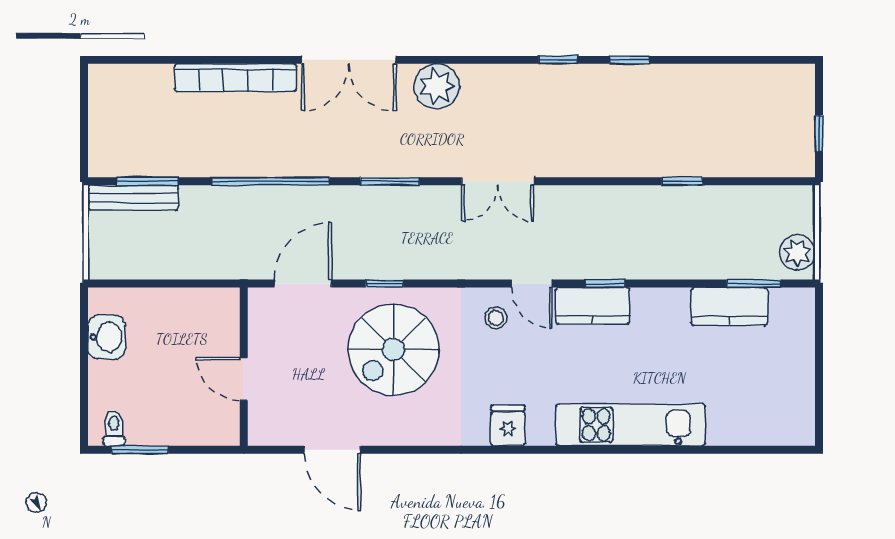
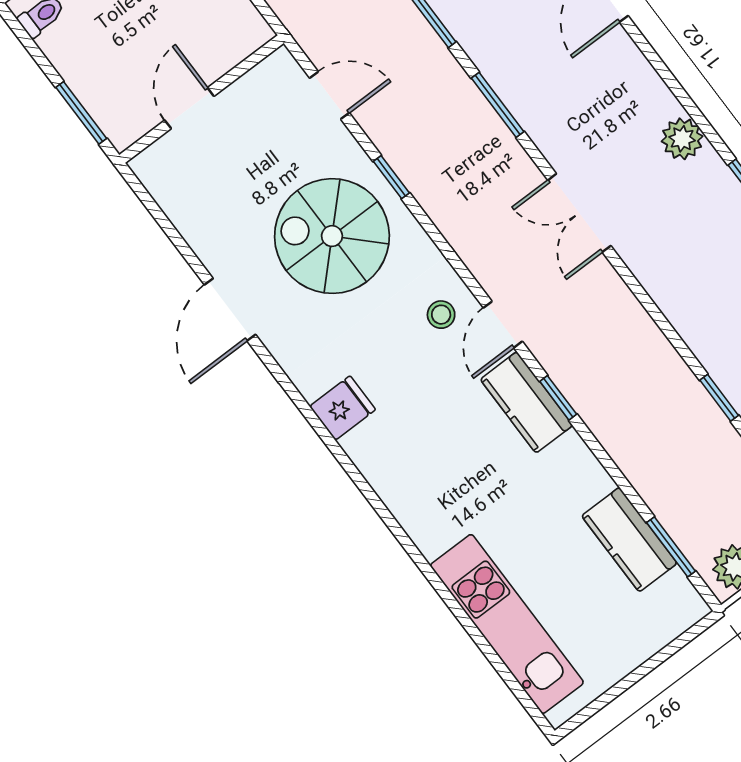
plant: (437, 86) -> (682, 139), moved, width x0.73, depth x0.73
door: (303, 284) -> (329, 95), width x0.73
kitchen unit: (631, 425) -> (507, 624), moved
window: (140, 450) -> (81, 113), moved
door: (332, 450) -> (230, 310), moved

